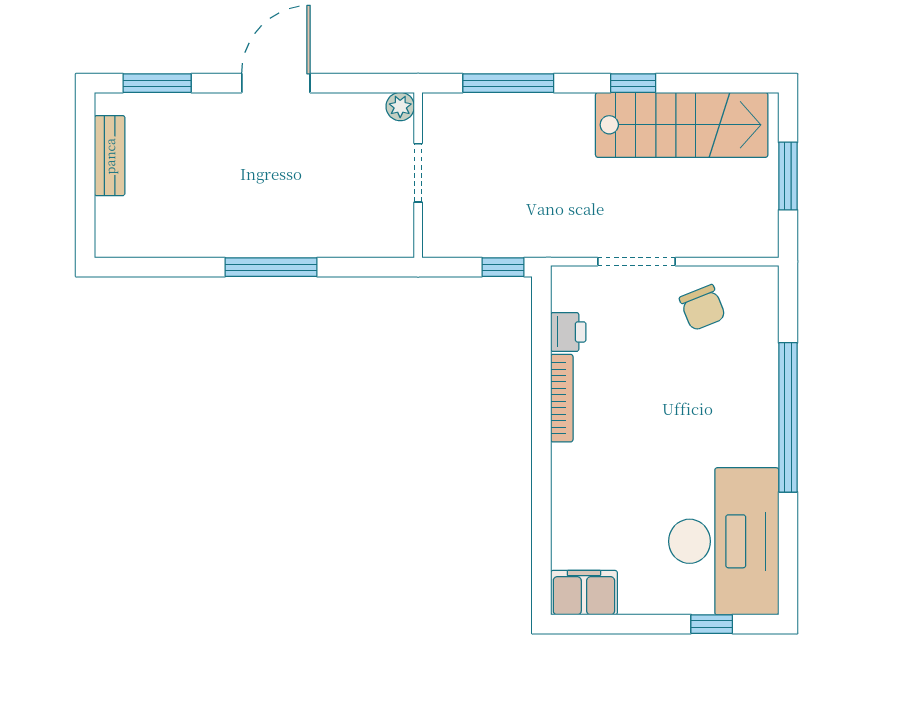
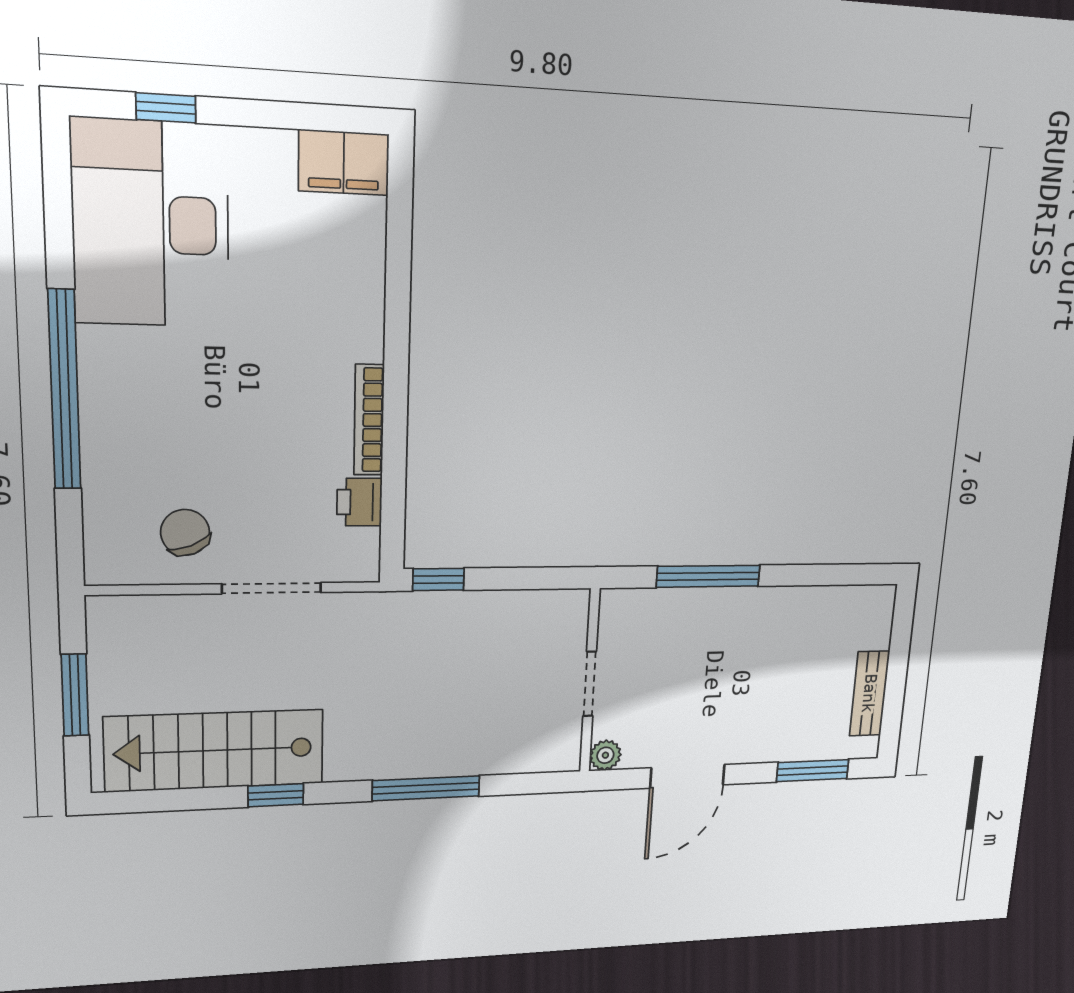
plant: (400, 107) -> (605, 755), moved
doorway: (418, 173) -> (590, 684), moved
wall: (418, 175) -> (590, 681), moved

